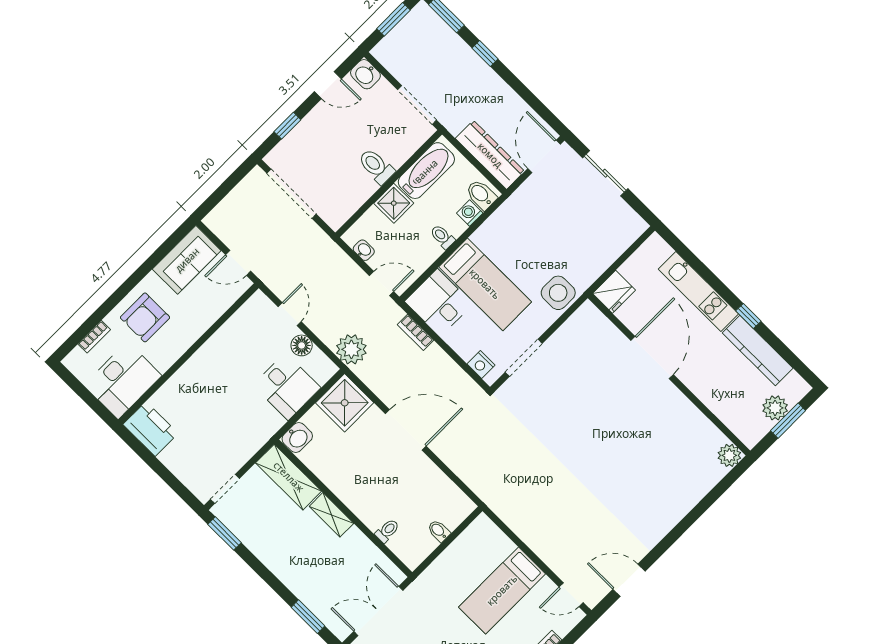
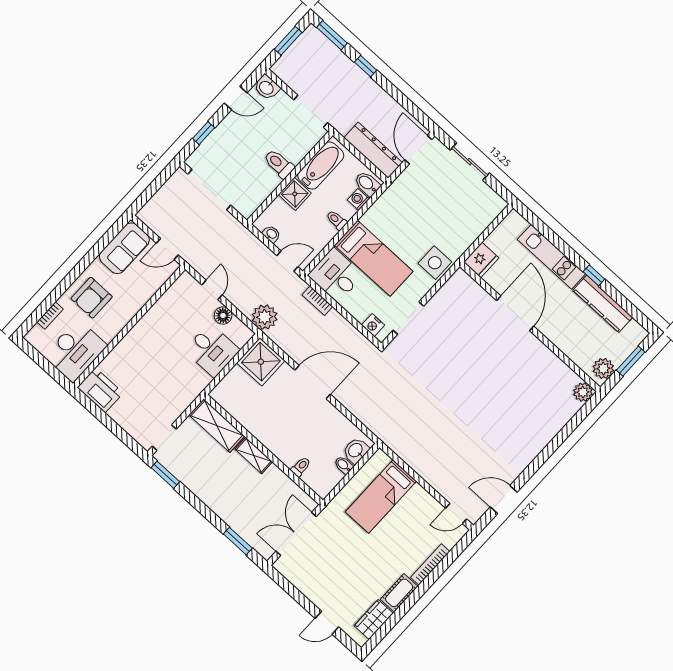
plant: (775, 408) -> (603, 368), moved
washbasin: (297, 437) -> (356, 451), moved, turned 180
bed: (502, 590) -> (381, 496), moved

